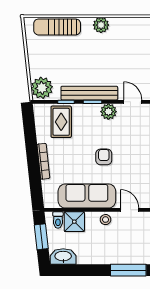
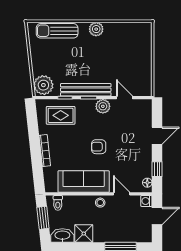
rug: (61, 122) -> (61, 115), turned 90
armchair: (104, 157) -> (99, 147), turned -90
shower: (74, 222) -> (84, 234), moved

